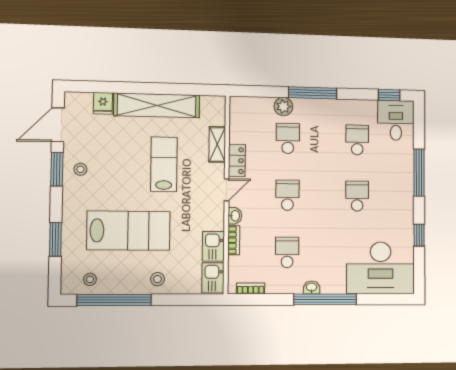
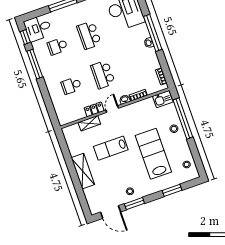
window: (313, 93) -> (35, 64), moved
fridge: (103, 103) -> (90, 193), removed
shelving: (157, 105) -> (83, 171), width x0.68
plant: (283, 107) -> (55, 94), removed
door: (227, 190) -> (112, 109), hinge flipped
school desk: (287, 195) -> (103, 74), width x1.85
school desk: (357, 196) -> (89, 35), width x1.85
kitchen sink: (213, 246) -> (146, 105), removed
school desk: (287, 252) -> (134, 63), removed
window: (114, 300) -> (183, 118), moved

